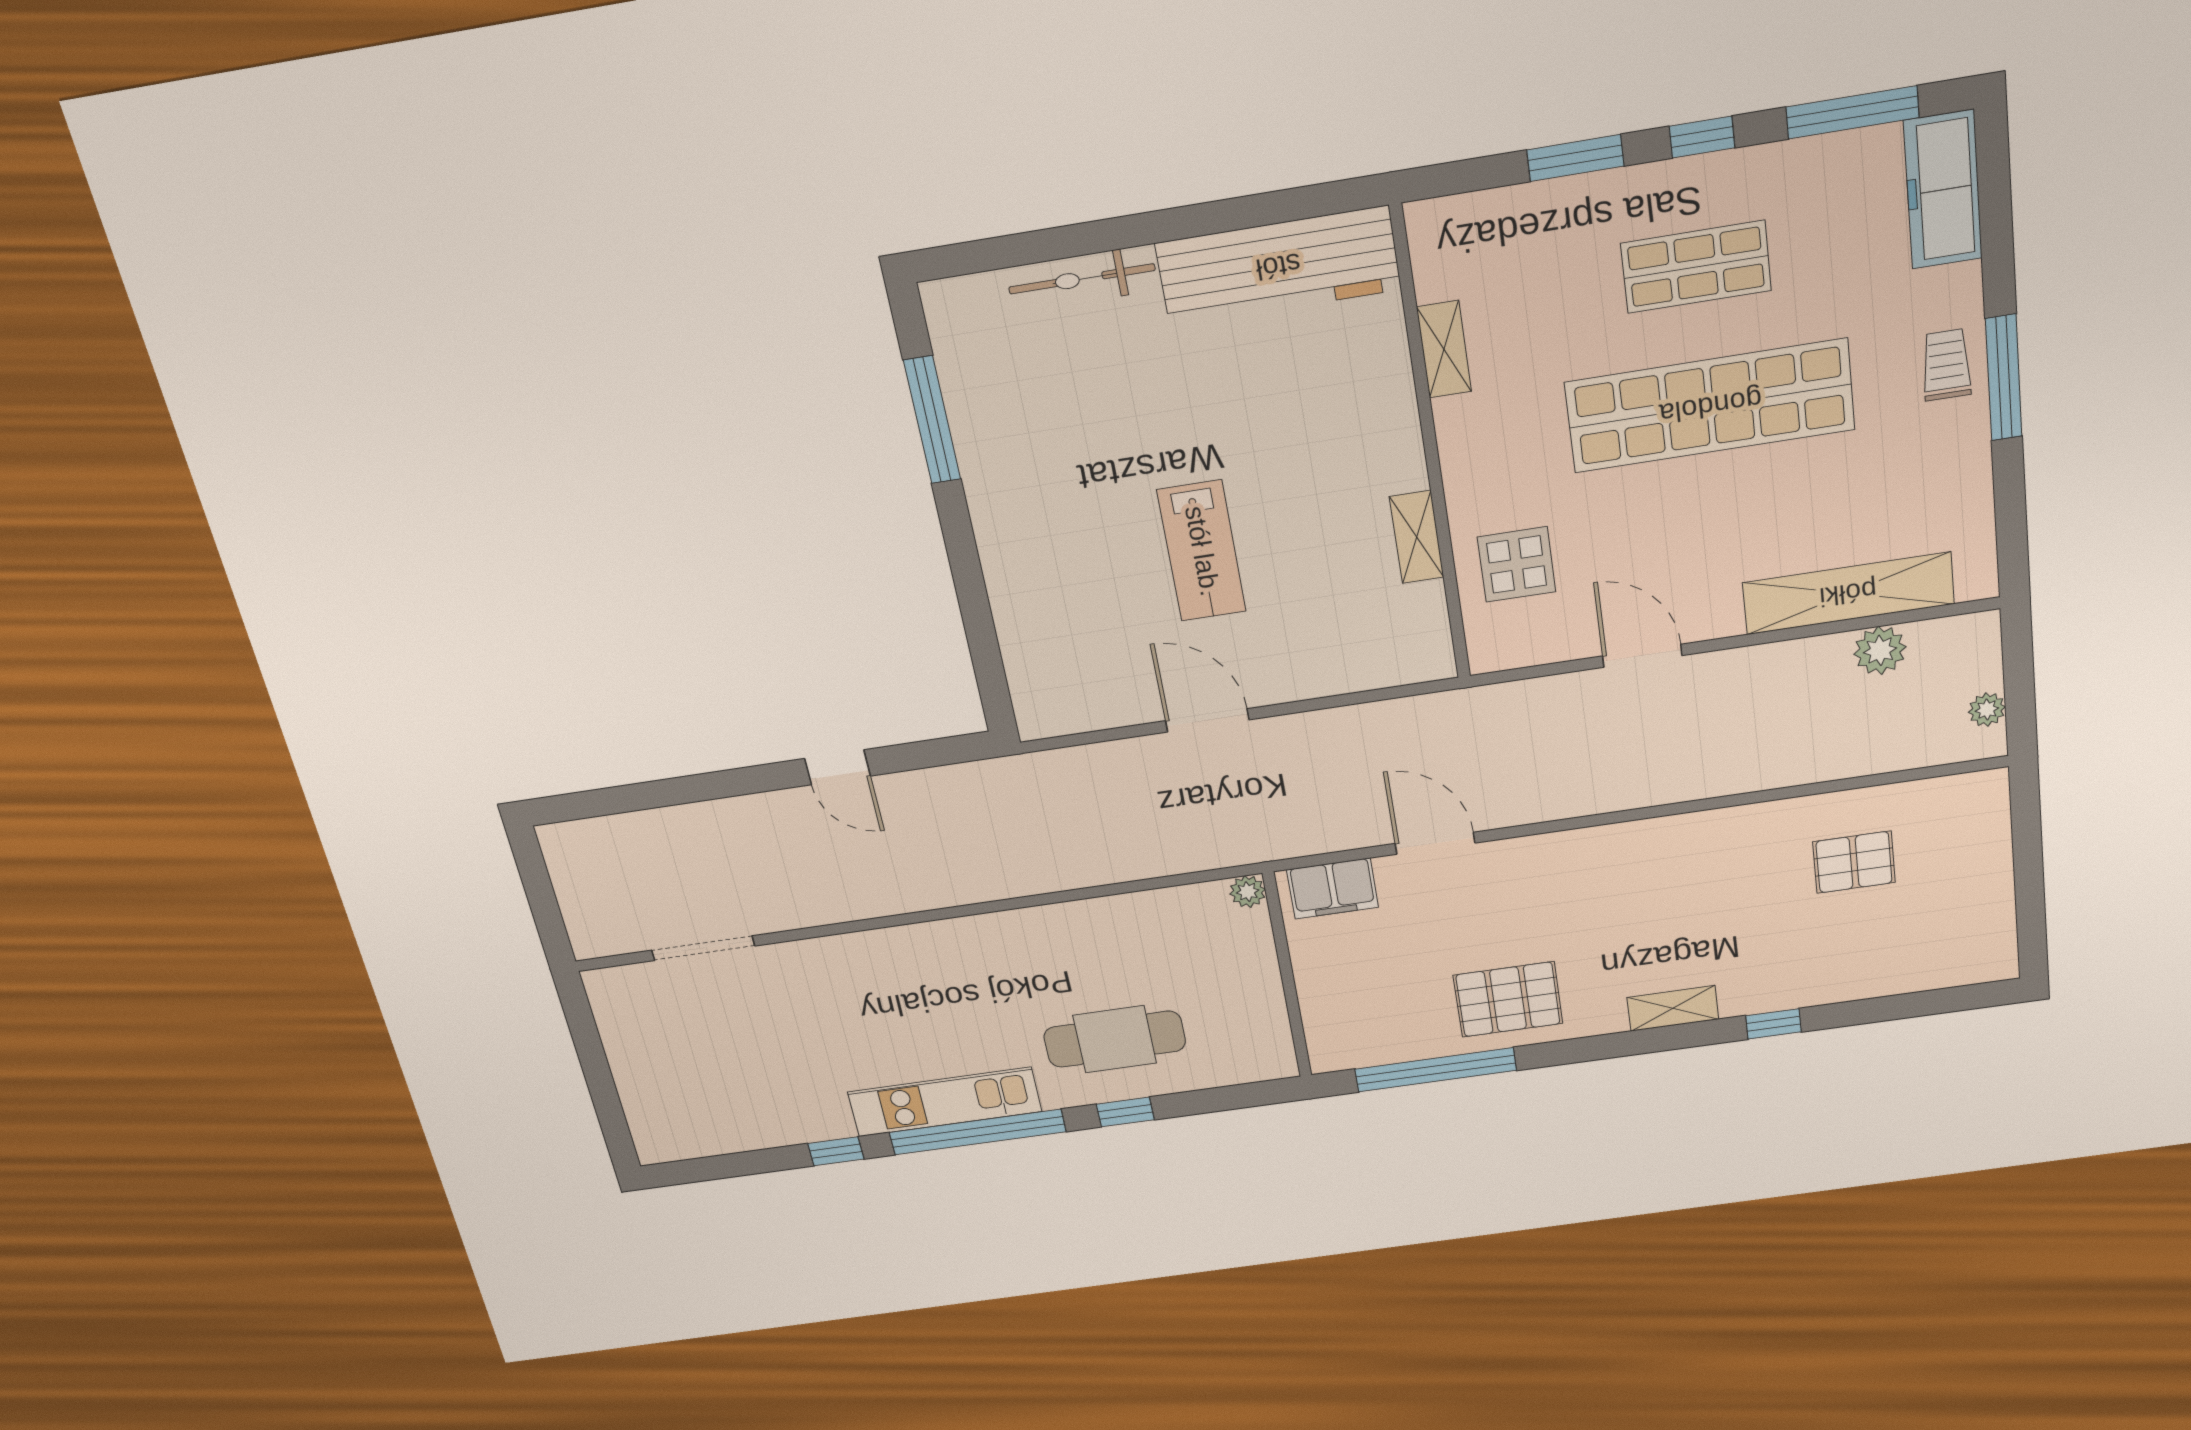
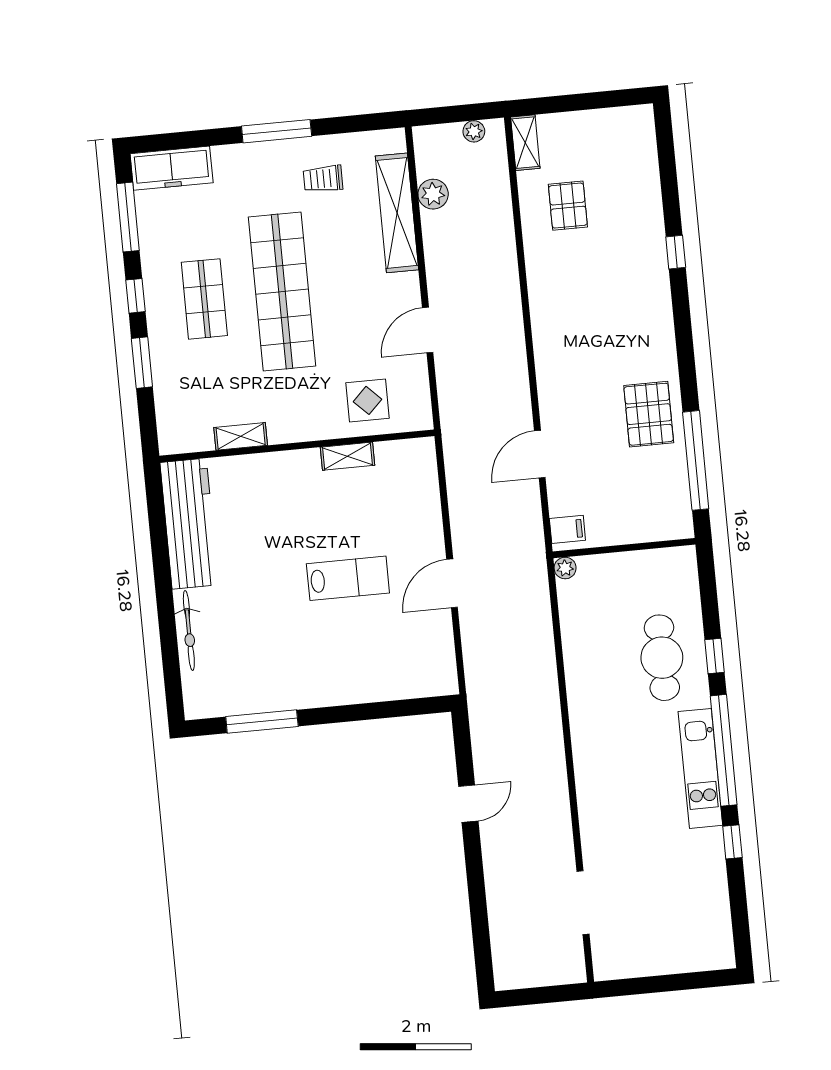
trolley: (1946, 365) -> (323, 179), moved
filing cabinet: (1333, 889) -> (567, 529), width x0.50
shelving: (1673, 1008) -> (525, 143), moved

